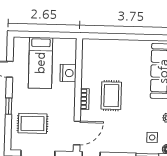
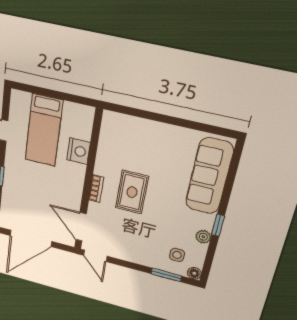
rug: (33, 123) -> (27, 203), removed
door: (77, 133) -> (81, 227), swing flipped

